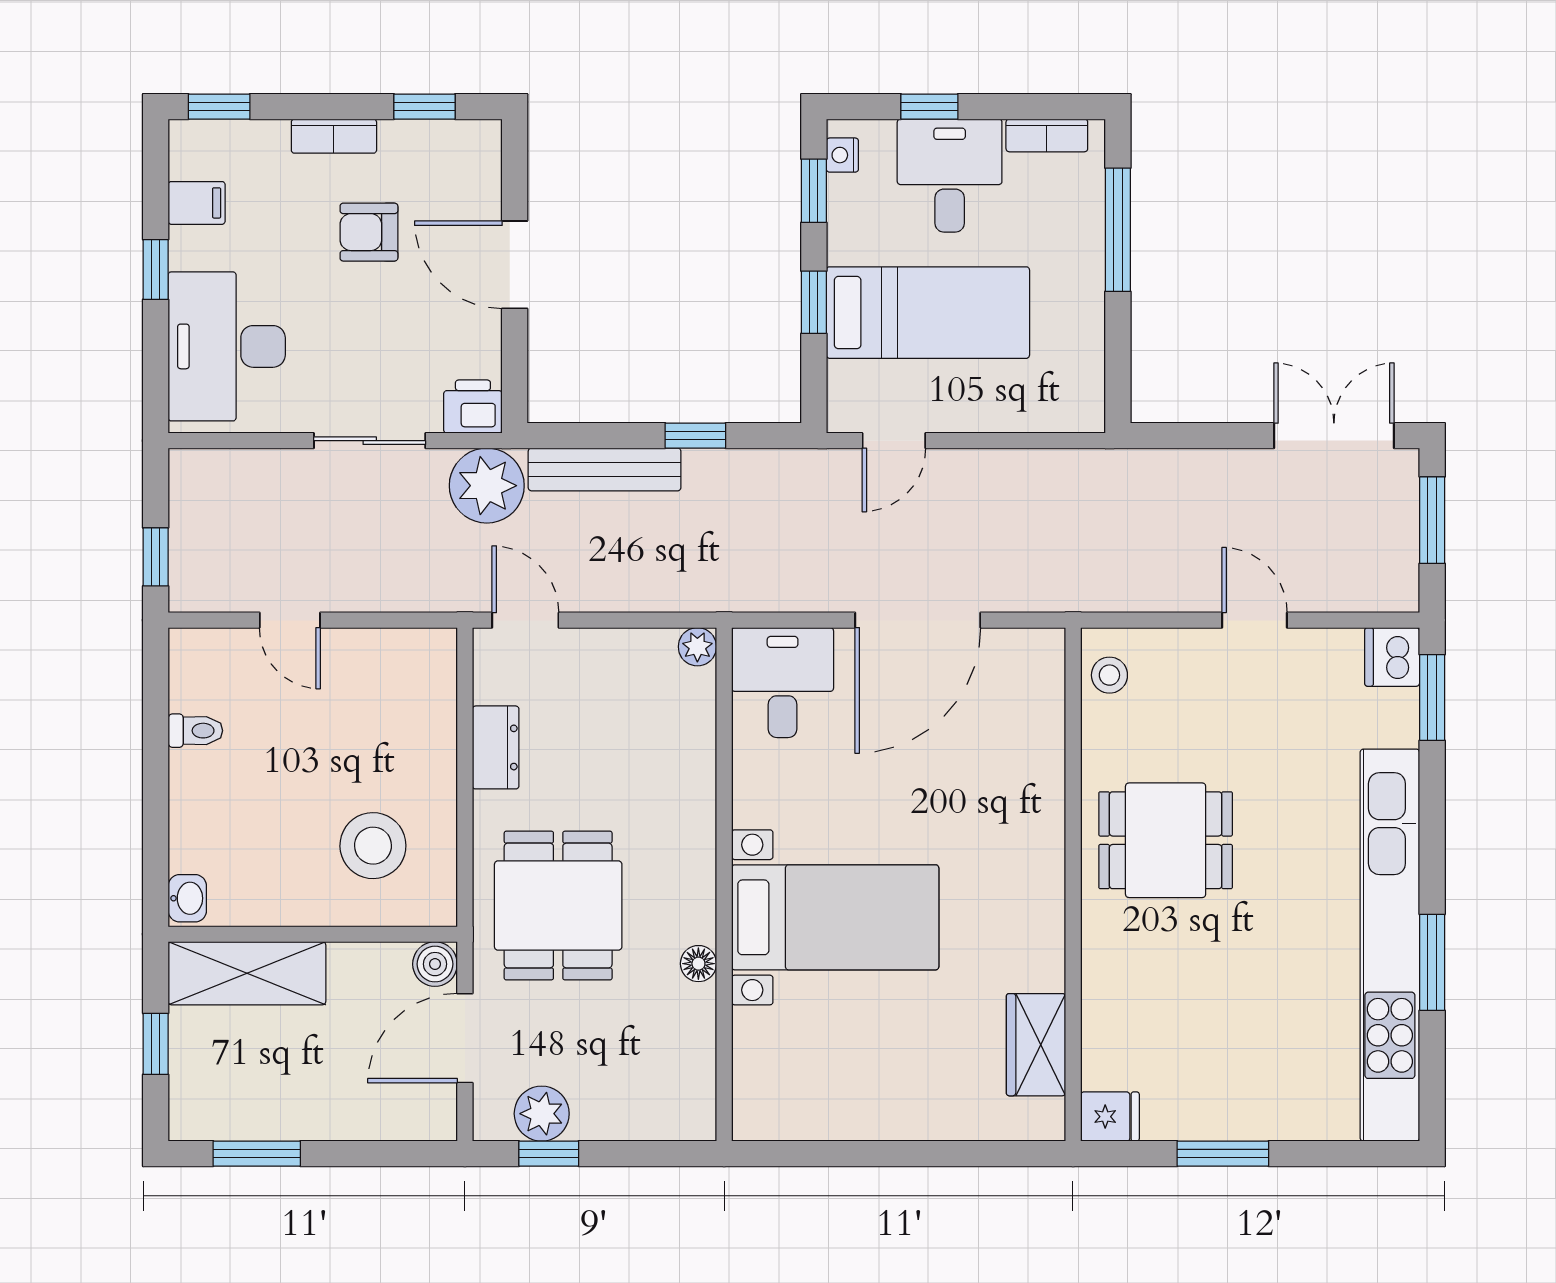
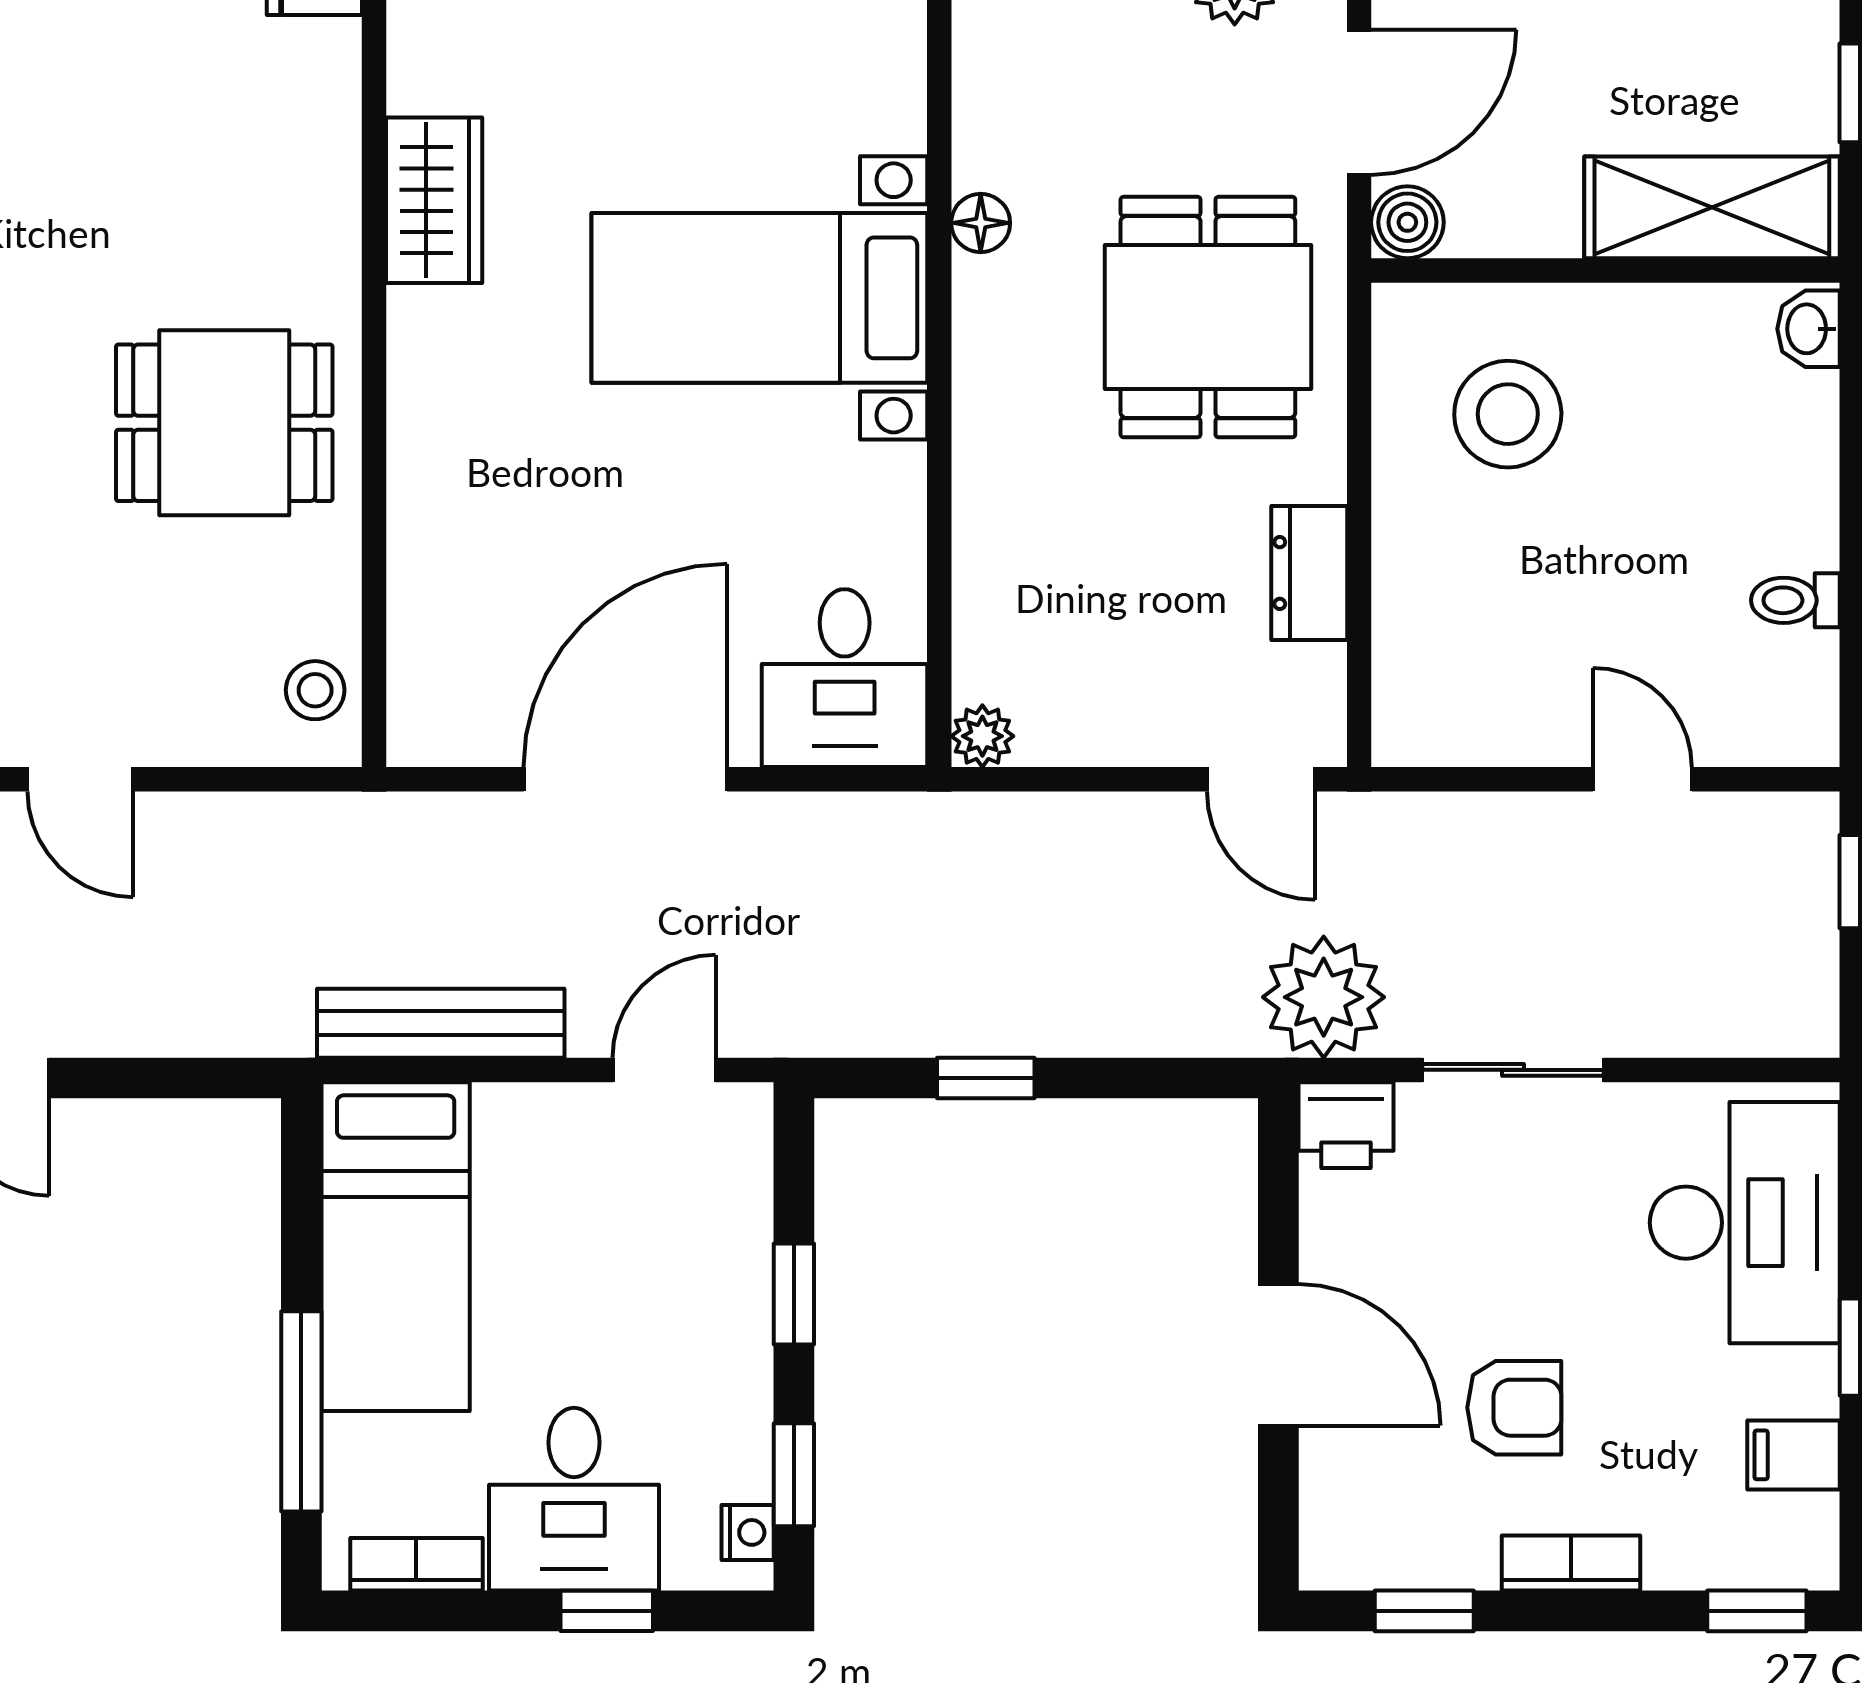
bed: (928, 313) -> (396, 1247), moved, turned -90
bench: (605, 469) -> (441, 1023), moved
wardrobe: (1036, 1045) -> (434, 200), moved

